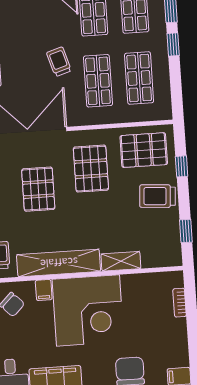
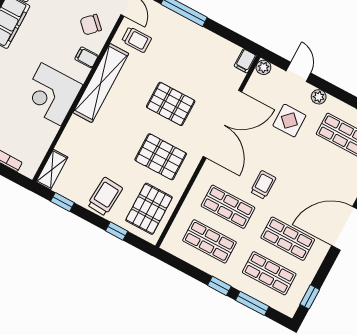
trolley: (59, 62) -> (263, 185), turned -73
shelving: (121, 261) -> (52, 170), moved
corner desk: (88, 310) -> (51, 94), width x0.74, depth x0.74

